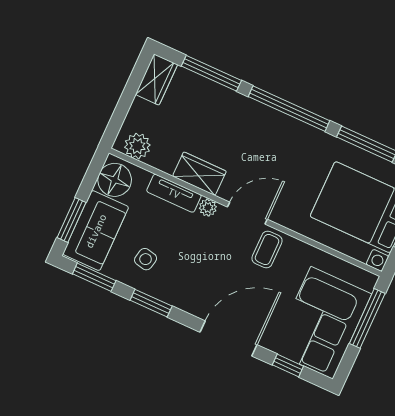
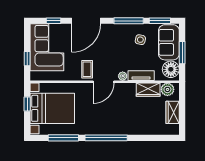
window: (211, 73) -> (149, 138), removed
wardrobe: (156, 79) -> (173, 112), moved
wardrobe: (199, 174) -> (148, 90), moved
window: (72, 220) -> (182, 53), moved
window: (151, 303) -> (129, 21), width x1.44
window: (367, 318) -> (27, 59), width x0.46

